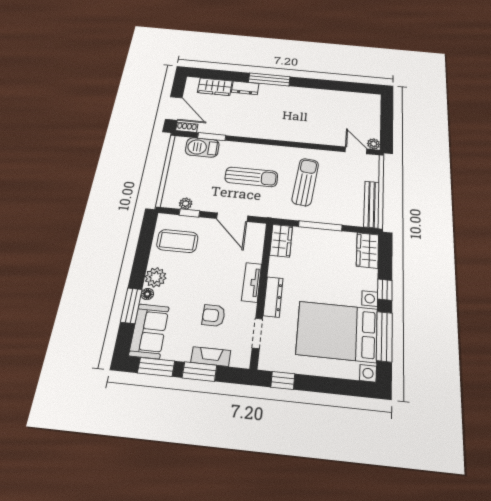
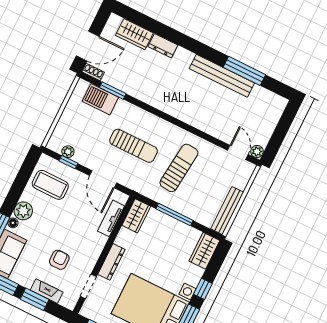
window: (269, 79) -> (244, 71), moved
bench: (310, 94) -> (222, 76), added
door: (174, 108) -> (88, 46), hinge flipped
tv unit: (252, 282) -> (111, 218), moved
armchair: (214, 315) -> (59, 260), turned 90

